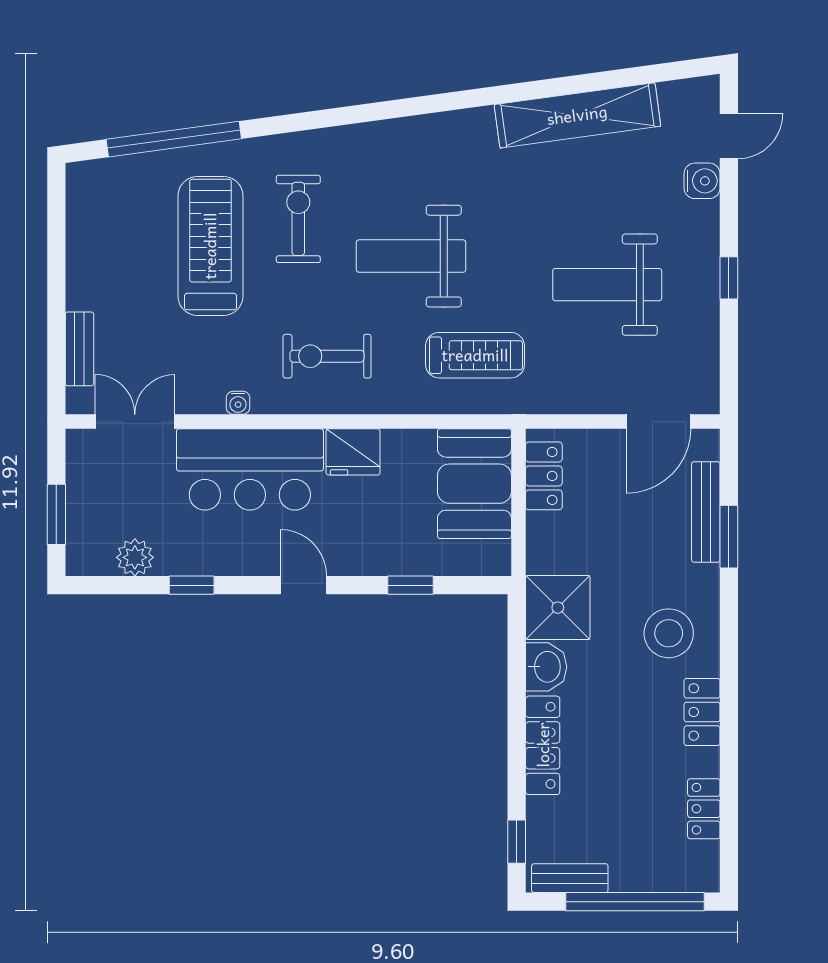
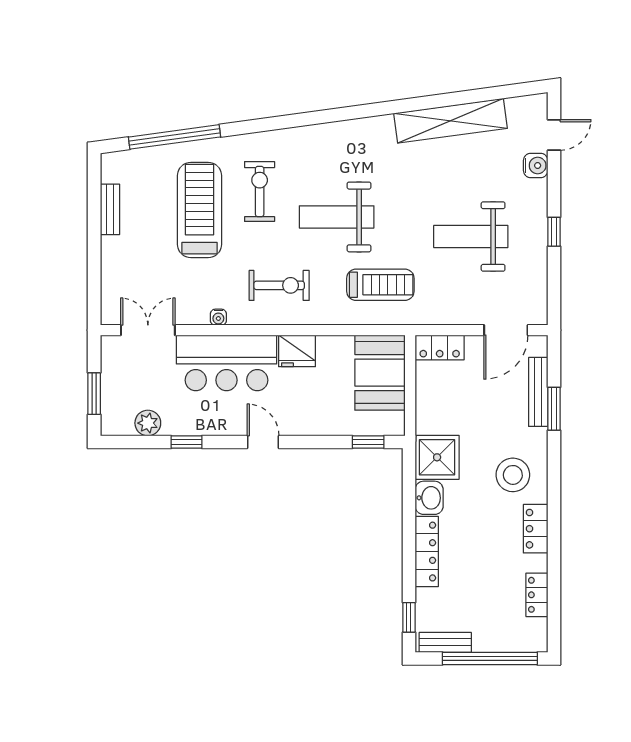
bench: (79, 349) -> (110, 209), moved
exercise bike: (327, 356) -> (279, 285), turned 180
locker: (544, 476) -> (440, 347), moved, turned 90
window: (410, 585) -> (368, 442), moved

